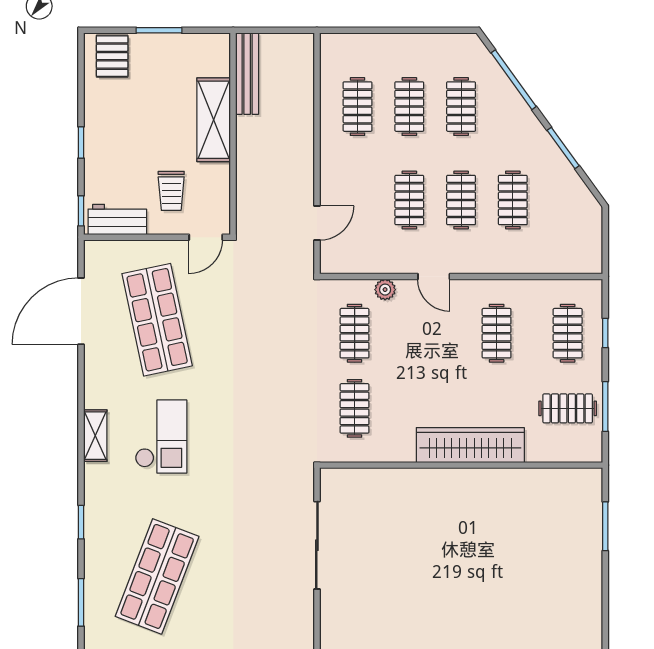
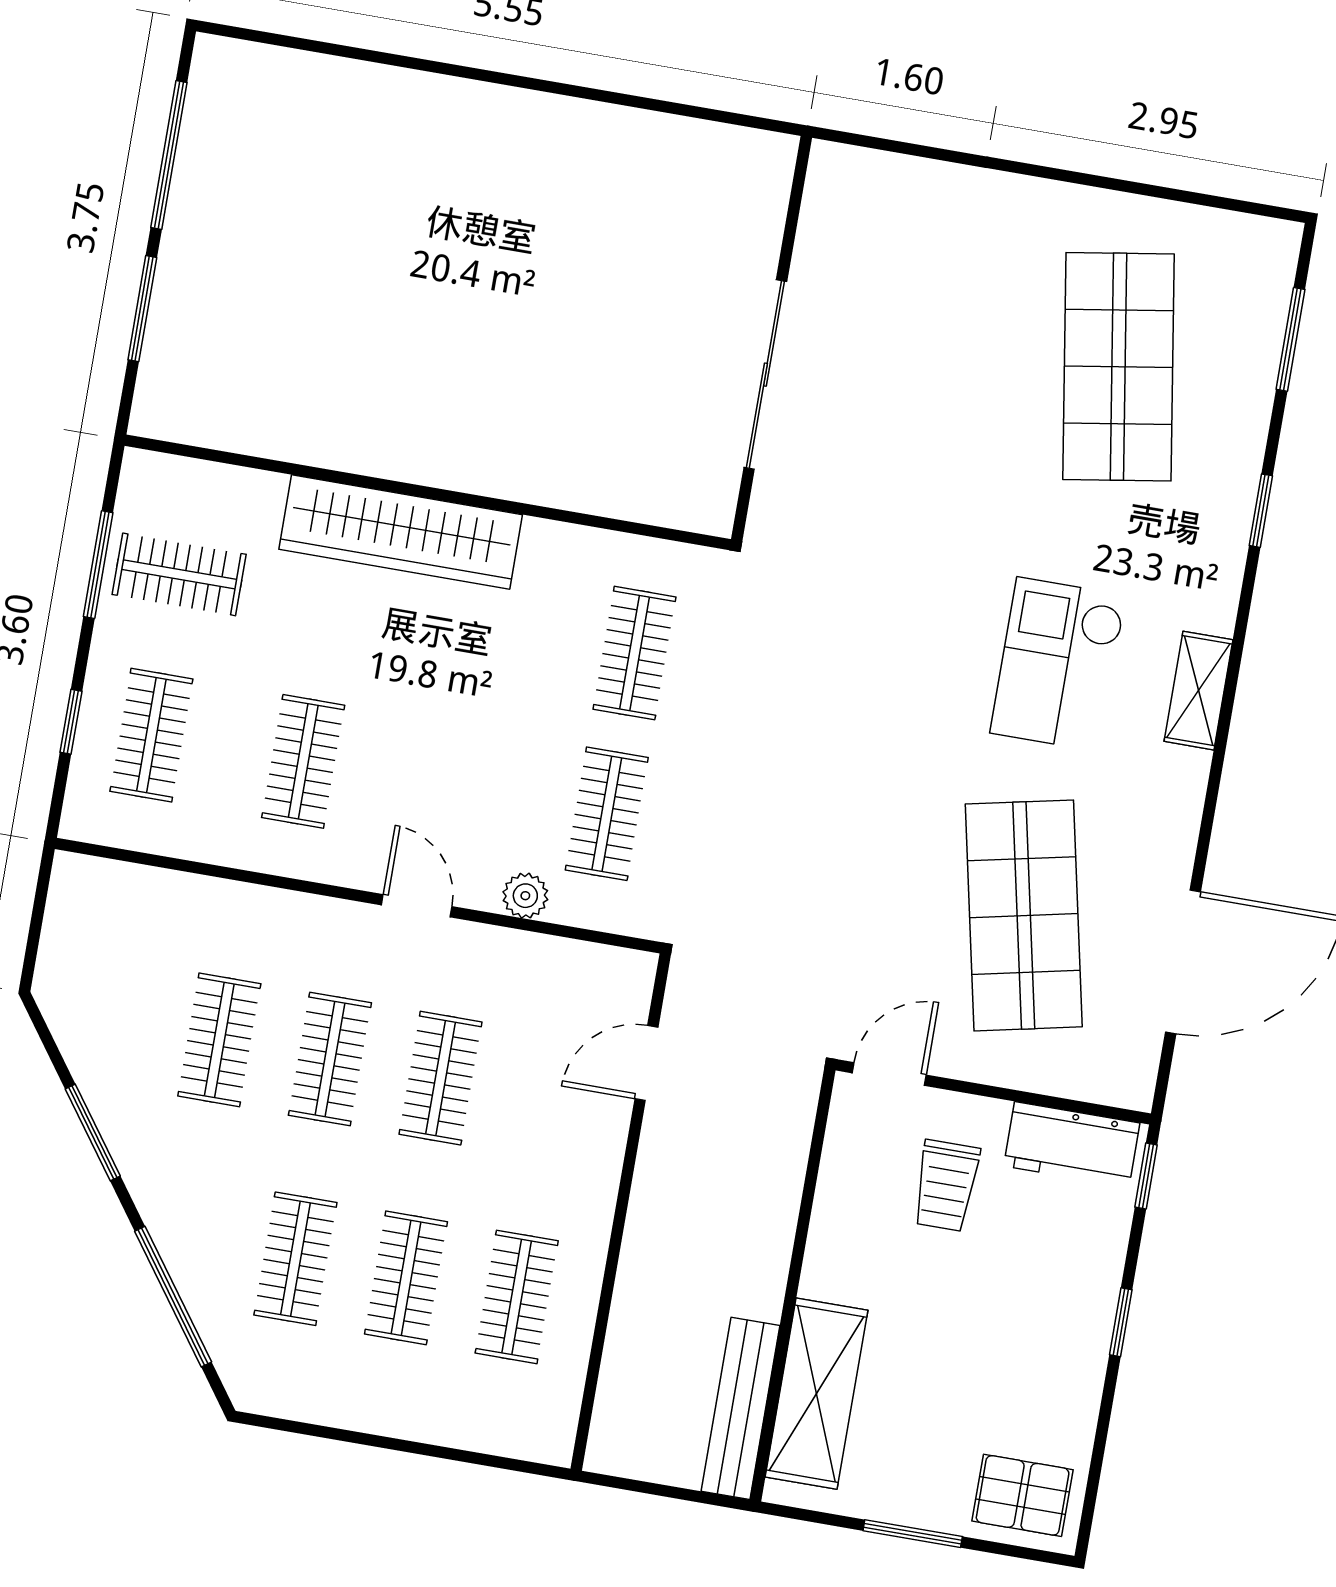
pallet: (112, 56) -> (1023, 1495), turned 90
shelving: (214, 120) -> (817, 1394), moved
trolley: (171, 191) -> (946, 1186), turned 180
shop shelf: (157, 576) -> (1119, 367), turned -30
window: (605, 598) -> (169, 155), added

